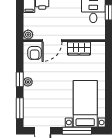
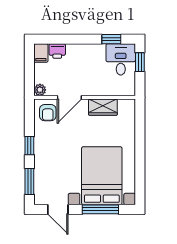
plant: (28, 82) -> (40, 149), removed
bed with nightstands: (85, 104) -> (102, 176), width x1.36

